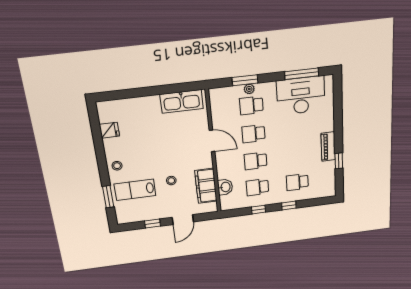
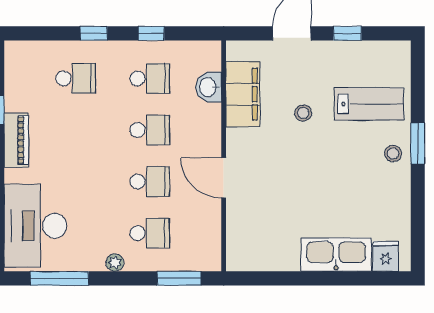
window: (245, 80) -> (179, 278), moved
plant: (249, 89) -> (115, 263), moved
desk: (301, 96) -> (35, 226), moved, turned 90
kitchen sink: (182, 101) -> (336, 255), moved
fridge: (109, 130) -> (386, 256), moved, turned 90
window: (108, 197) -> (418, 143), moved

